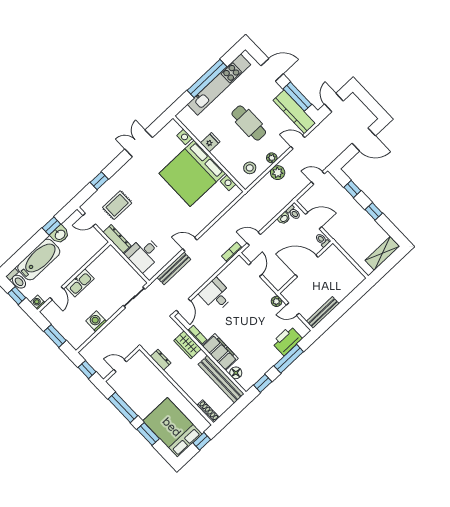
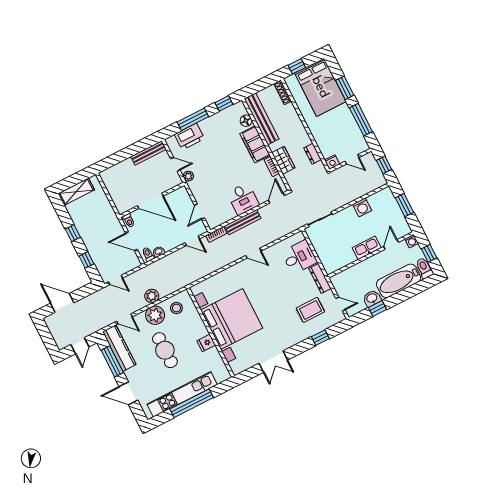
plant: (272, 158) -> (155, 315), width x1.88, depth x1.88
bench: (174, 268) -> (243, 222), moved
nightstand: (139, 357) -> (332, 162), added

